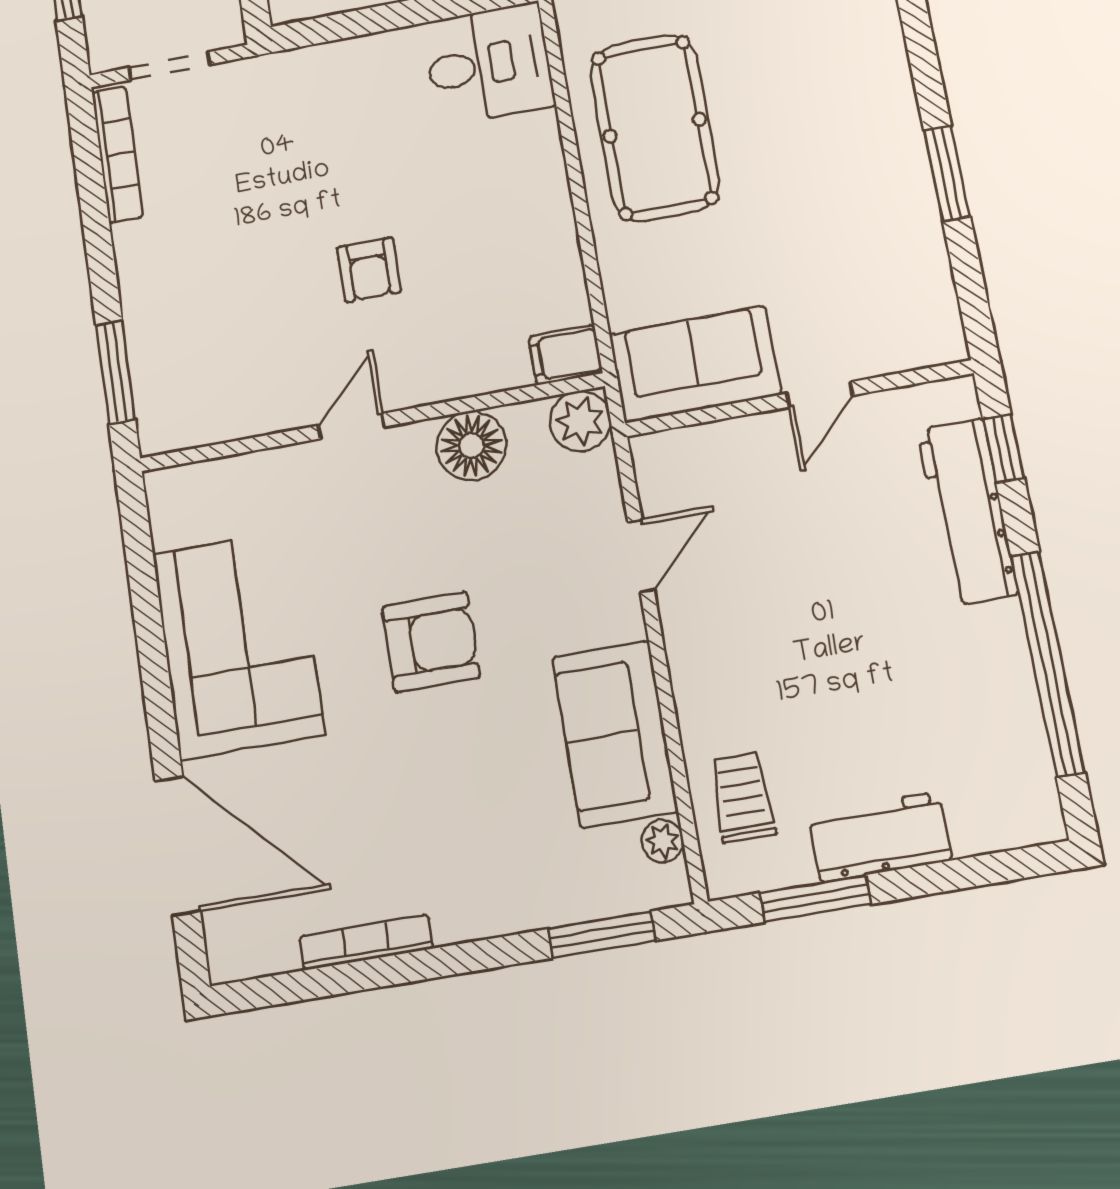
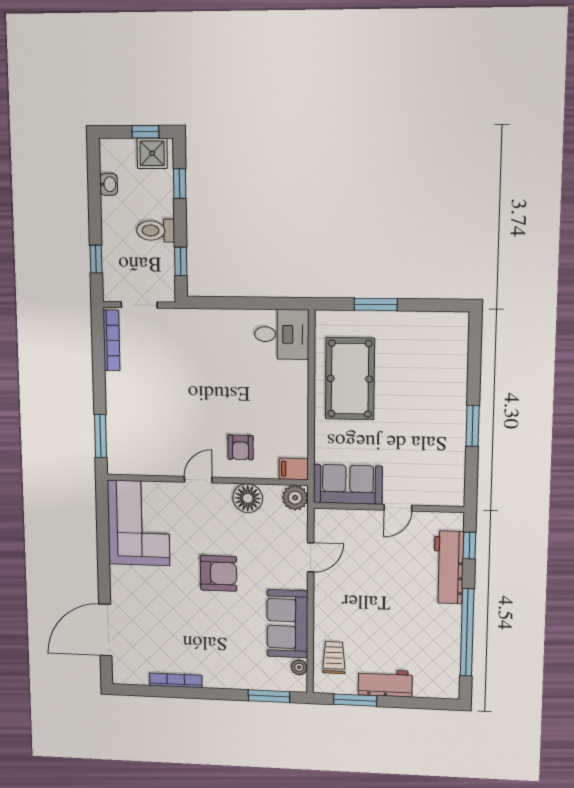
armchair: (369, 270) -> (241, 447), moved
corner sofa: (238, 644) -> (139, 523), moved
door: (178, 846) -> (105, 630), swing flipped

